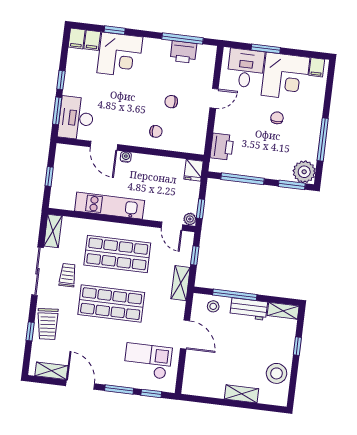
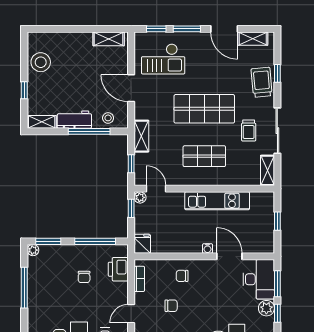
plant: (72, 87) -> (266, 308), added
chair: (277, 118) -> (84, 277), moved
bookcase: (201, 134) -> (139, 279), added
plant: (304, 172) -> (33, 250), width x0.53, depth x0.53
shop shelf: (117, 254) -> (204, 156), width x0.70, depth x0.74
shelving: (241, 394) -> (109, 39), moved

